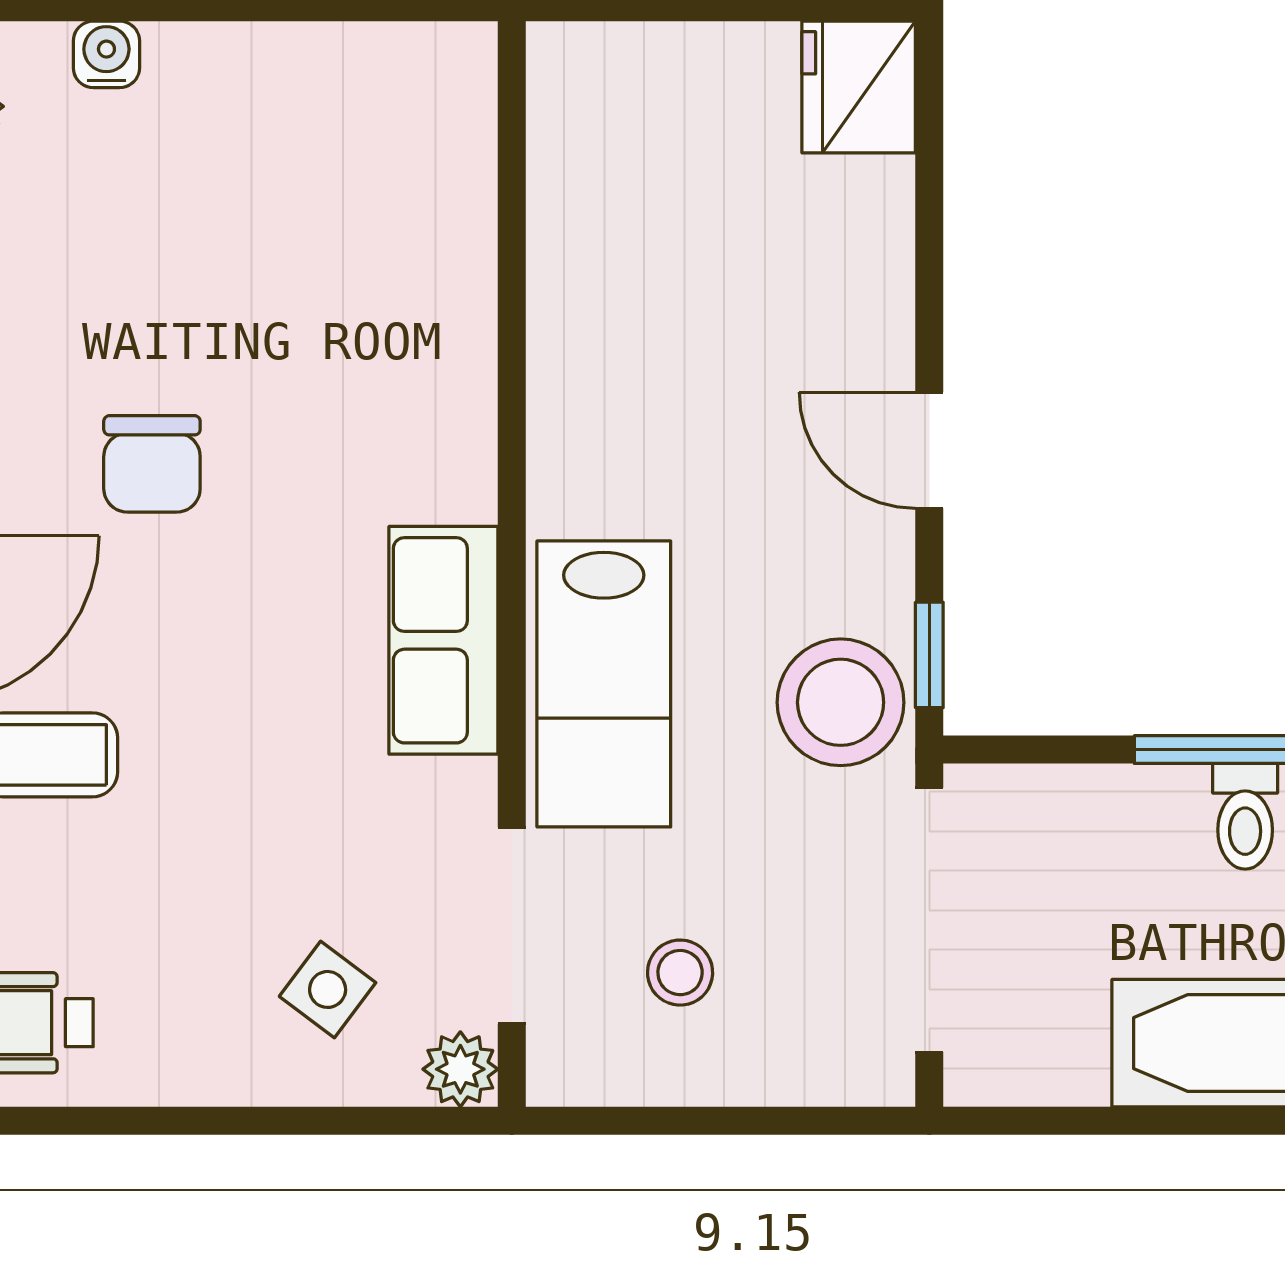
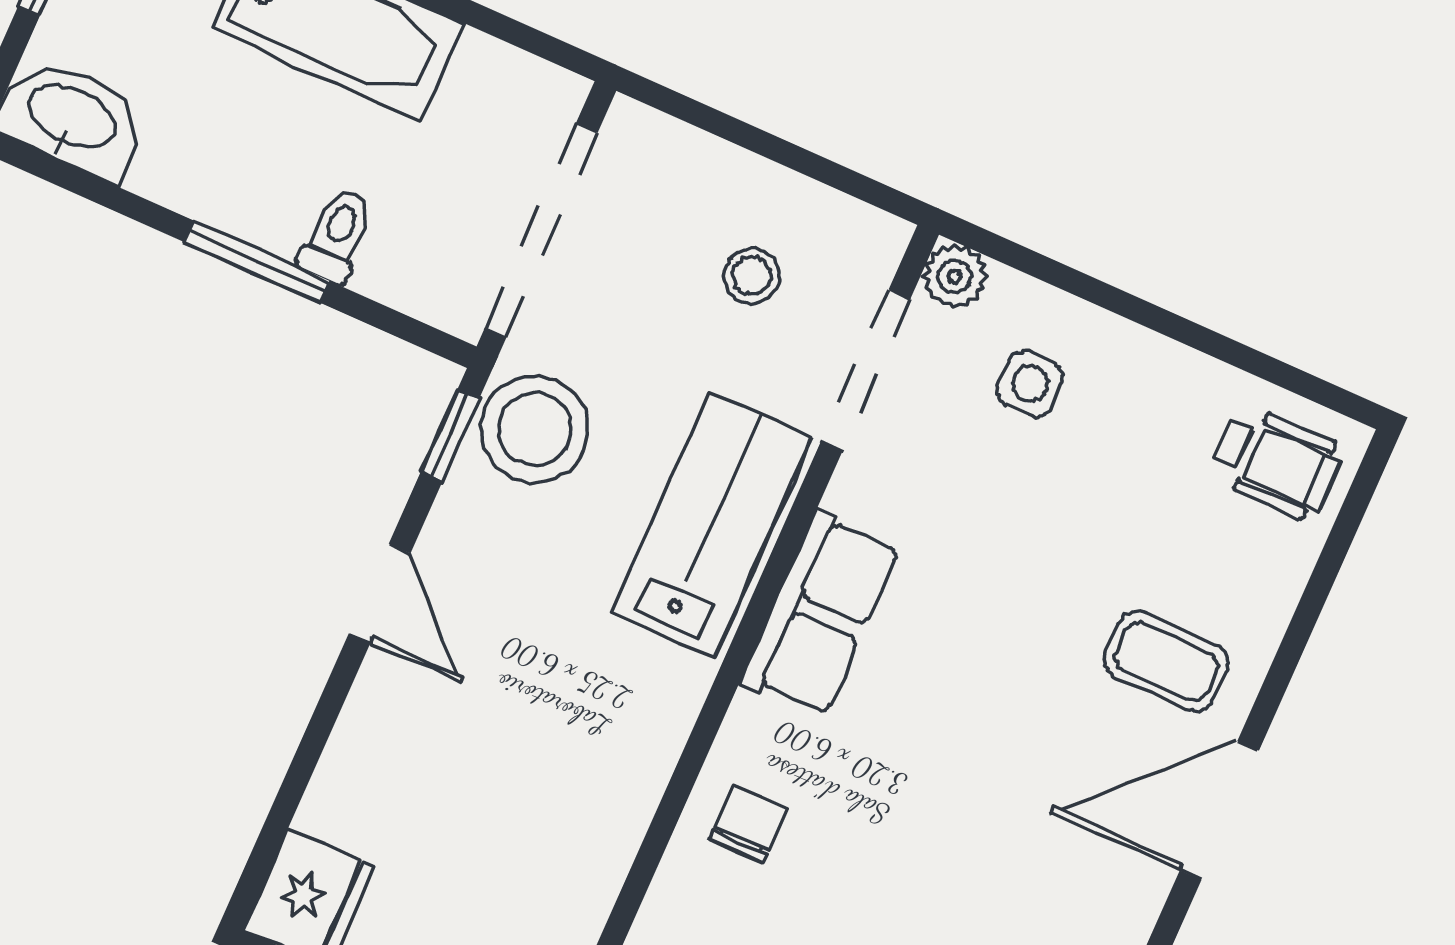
chair: (152, 464) -> (748, 824), moved, width x0.73, depth x0.73
toilet: (1245, 816) -> (337, 235), moved
side table: (328, 989) -> (1030, 384), turned -37

